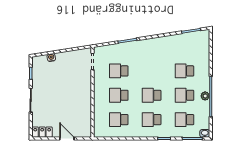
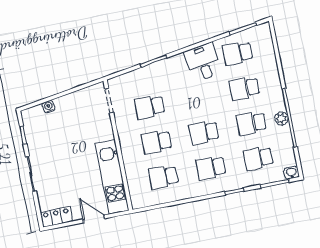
school desk: (184, 47) -> (238, 53), added
desk: (160, 48) -> (203, 62), added
kitchen unit: (84, 113) -> (112, 177), added

